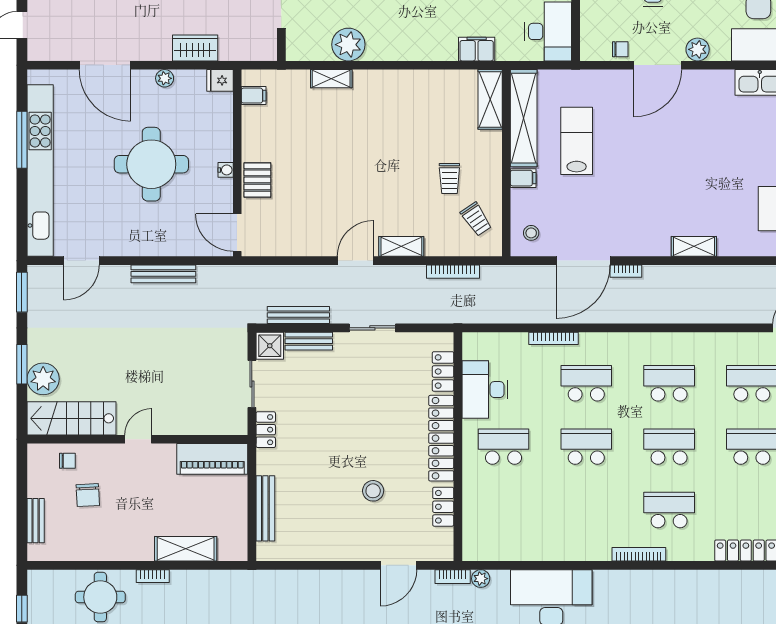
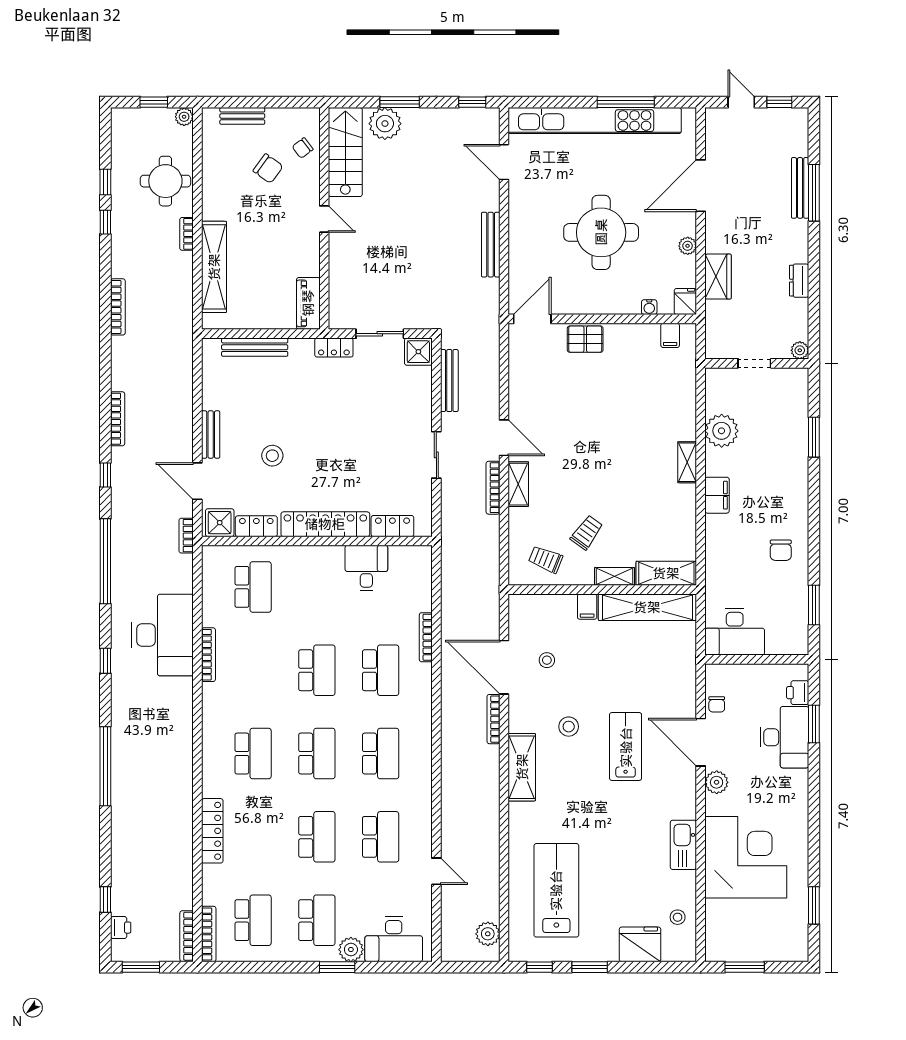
filing cabinet: (477, 49) -> (717, 495), moved
shelving: (331, 79) -> (687, 462), moved
lab bench: (577, 141) -> (626, 747), moved, turned -90
shelving: (493, 151) -> (614, 576), added
water cooler: (226, 170) -> (649, 307), moved
trolley: (449, 179) -> (587, 532), turned 126
stool: (642, 196) -> (569, 727), added
trolley: (476, 219) -> (546, 559), turned 56
stool: (531, 233) -> (547, 660), moved
shelving: (694, 246) -> (522, 767), width x1.50, depth x1.33
bookcase: (626, 271) -> (493, 719), width x1.56
bookcase: (453, 272) -> (493, 488), moved
window: (22, 292) -> (472, 102), width x0.67
bench: (309, 341) -> (211, 434), moved
desk: (485, 390) -> (366, 568), width x0.73
school desk: (503, 447) -> (253, 587), moved
piano: (212, 459) -> (308, 303), width x0.73, depth x0.75
chair: (67, 461) -> (303, 148), turned 53
chair: (88, 495) -> (268, 169), turned -141
shower: (440, 543) -> (220, 523), added
shelving: (186, 549) -> (214, 267), width x1.47
bookcase: (639, 554) -> (208, 655), moved
plant: (481, 579) -> (184, 117), moved

